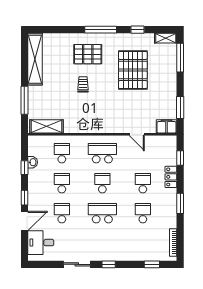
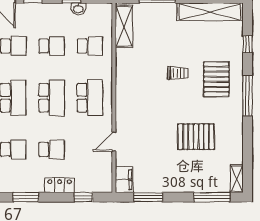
window: (138, 30) -> (248, 44), moved
pallet: (133, 70) -> (196, 137), width x0.73, depth x0.71
school desk: (102, 183) -> (52, 98), width x1.85

